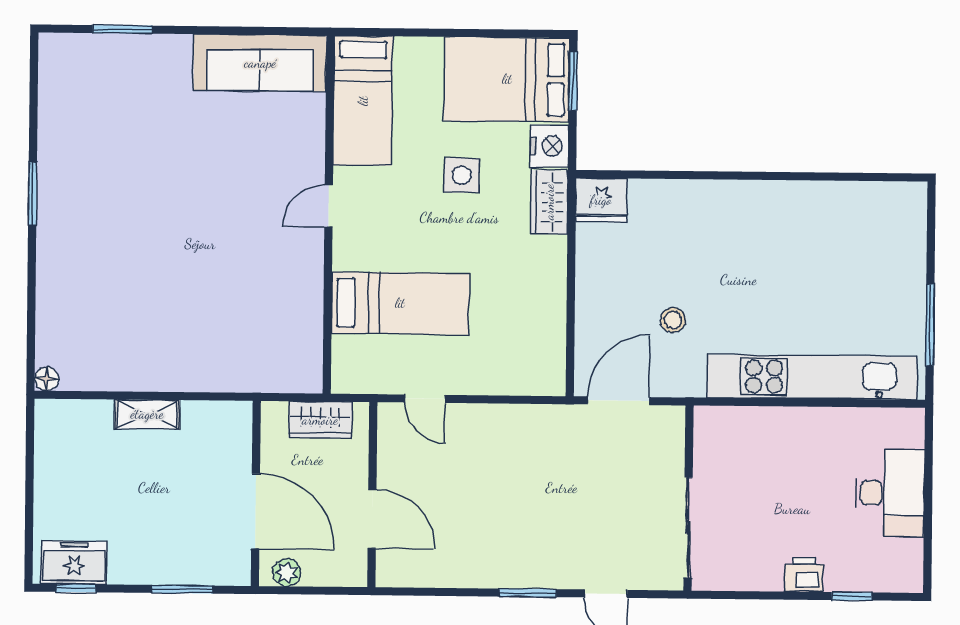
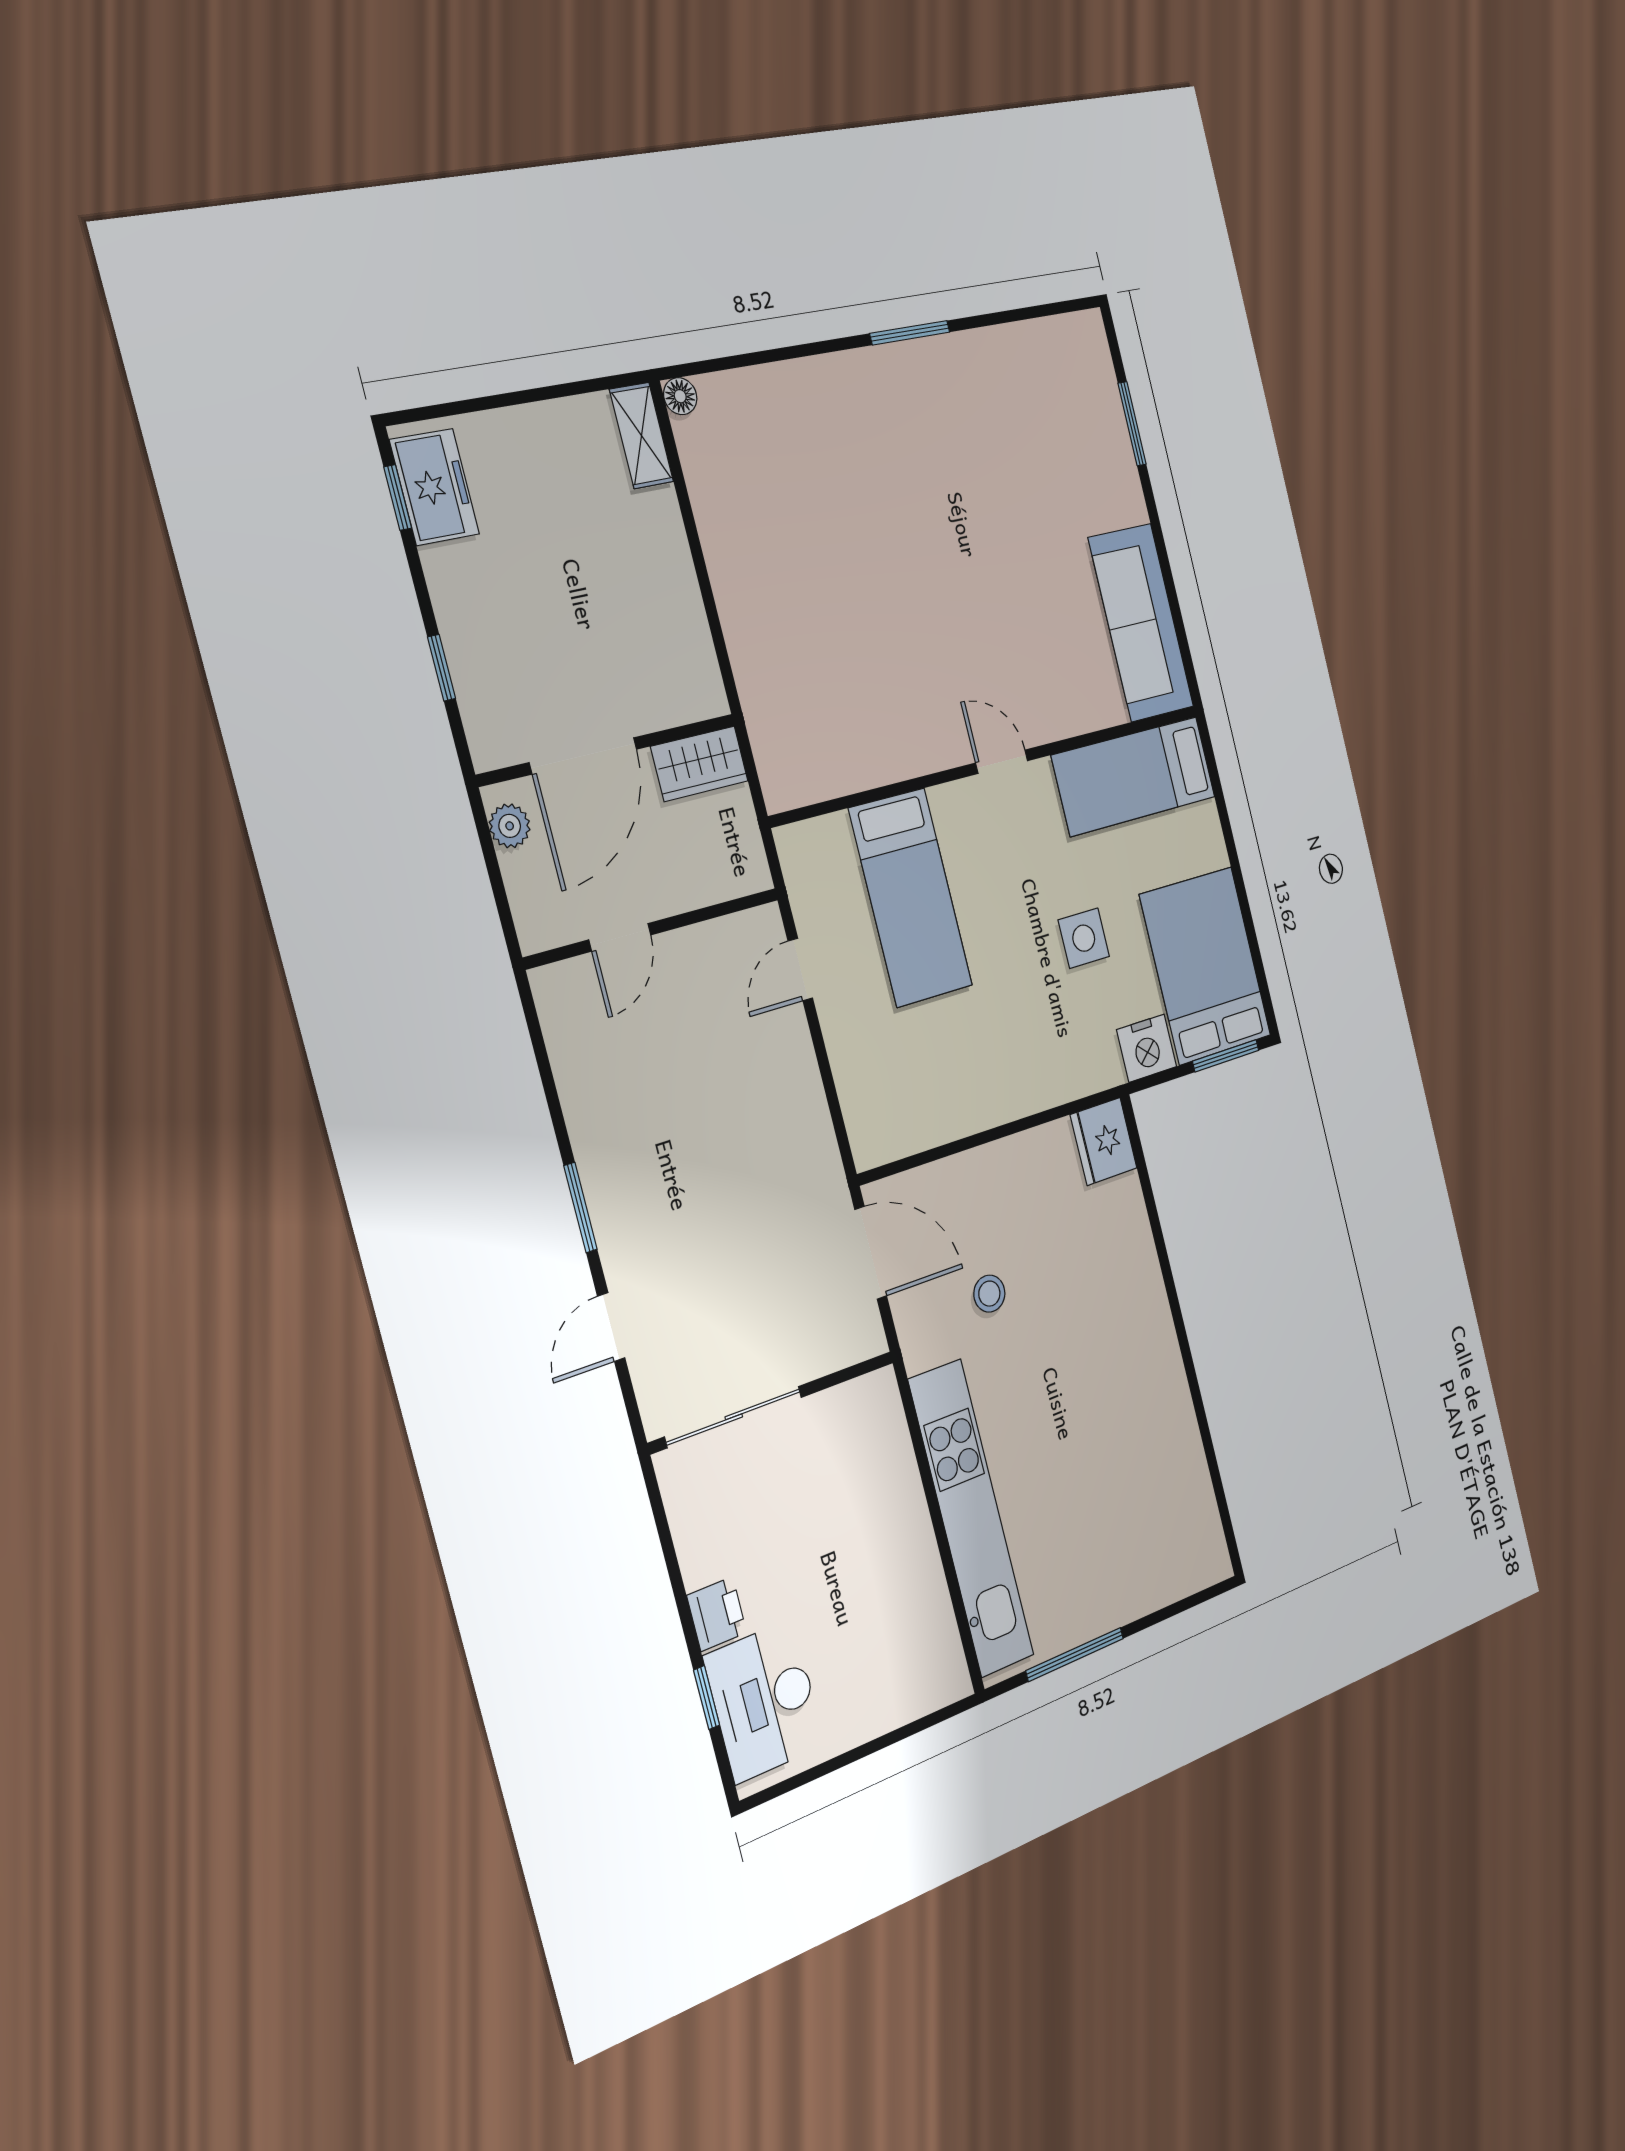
wardrobe: (549, 202) -> (1083, 1070), removed
shelving: (147, 414) -> (641, 435), moved
wardrobe: (320, 420) -> (699, 764), moved, turned -90
desk: (890, 493) -> (764, 1701), moved, turned 90
door: (372, 519) -> (620, 937), width x0.73
window: (182, 589) -> (441, 668), width x0.67

